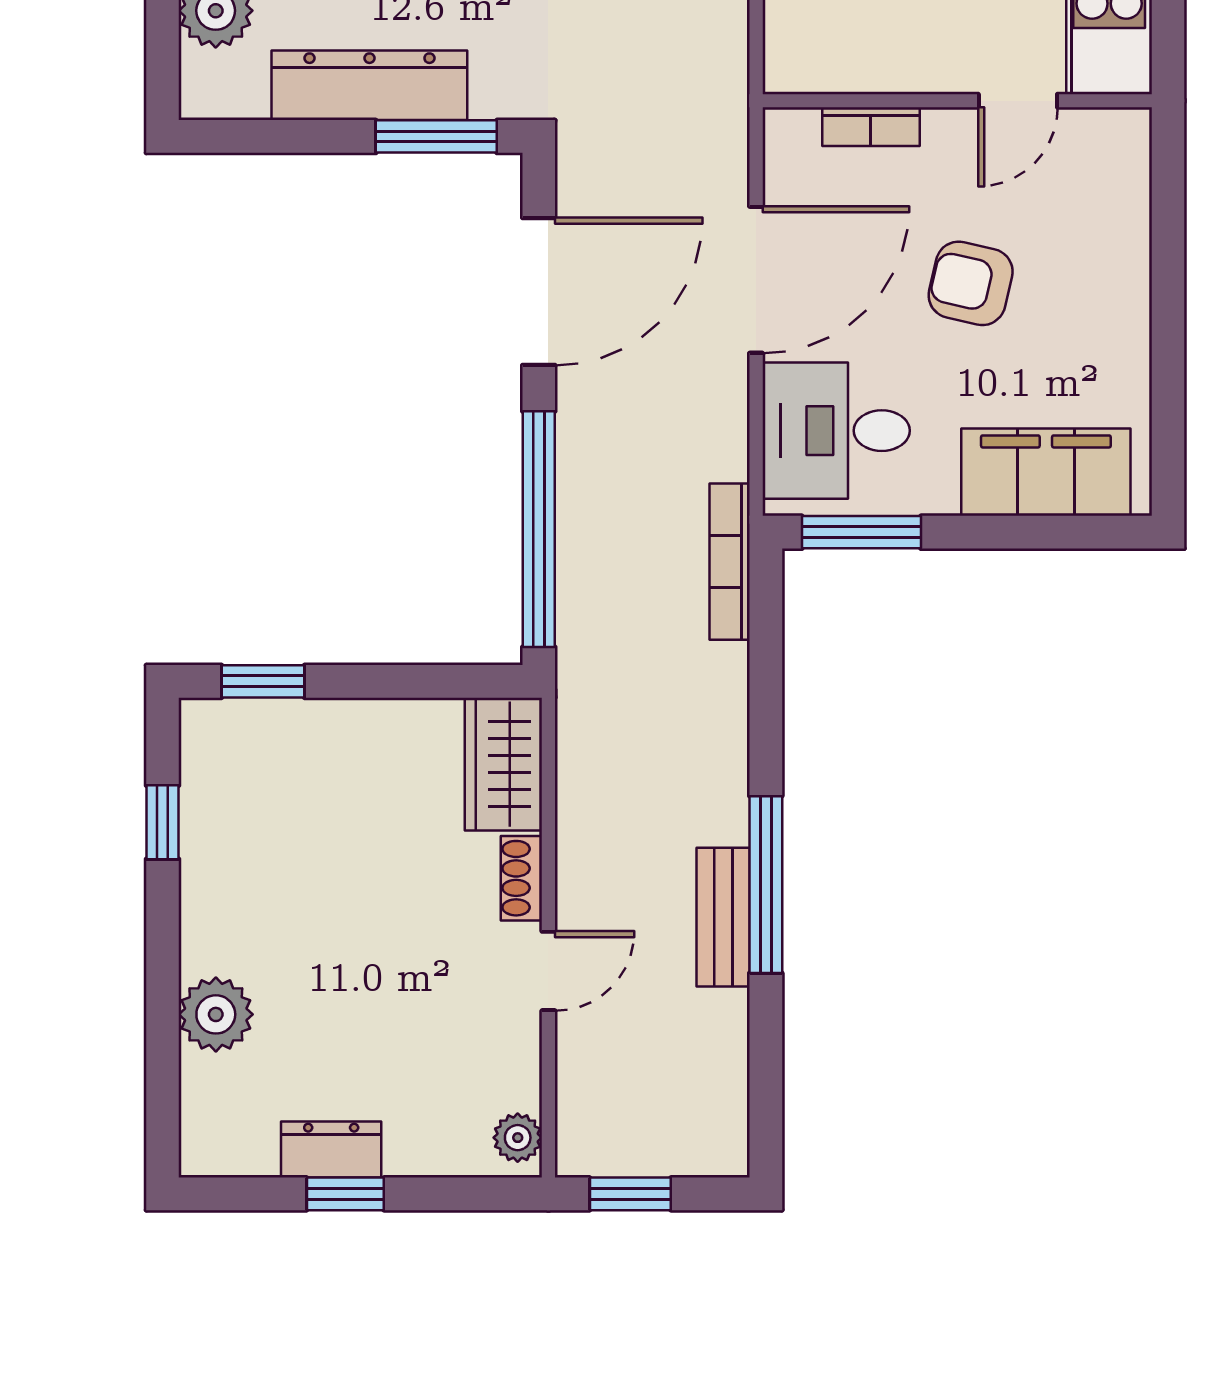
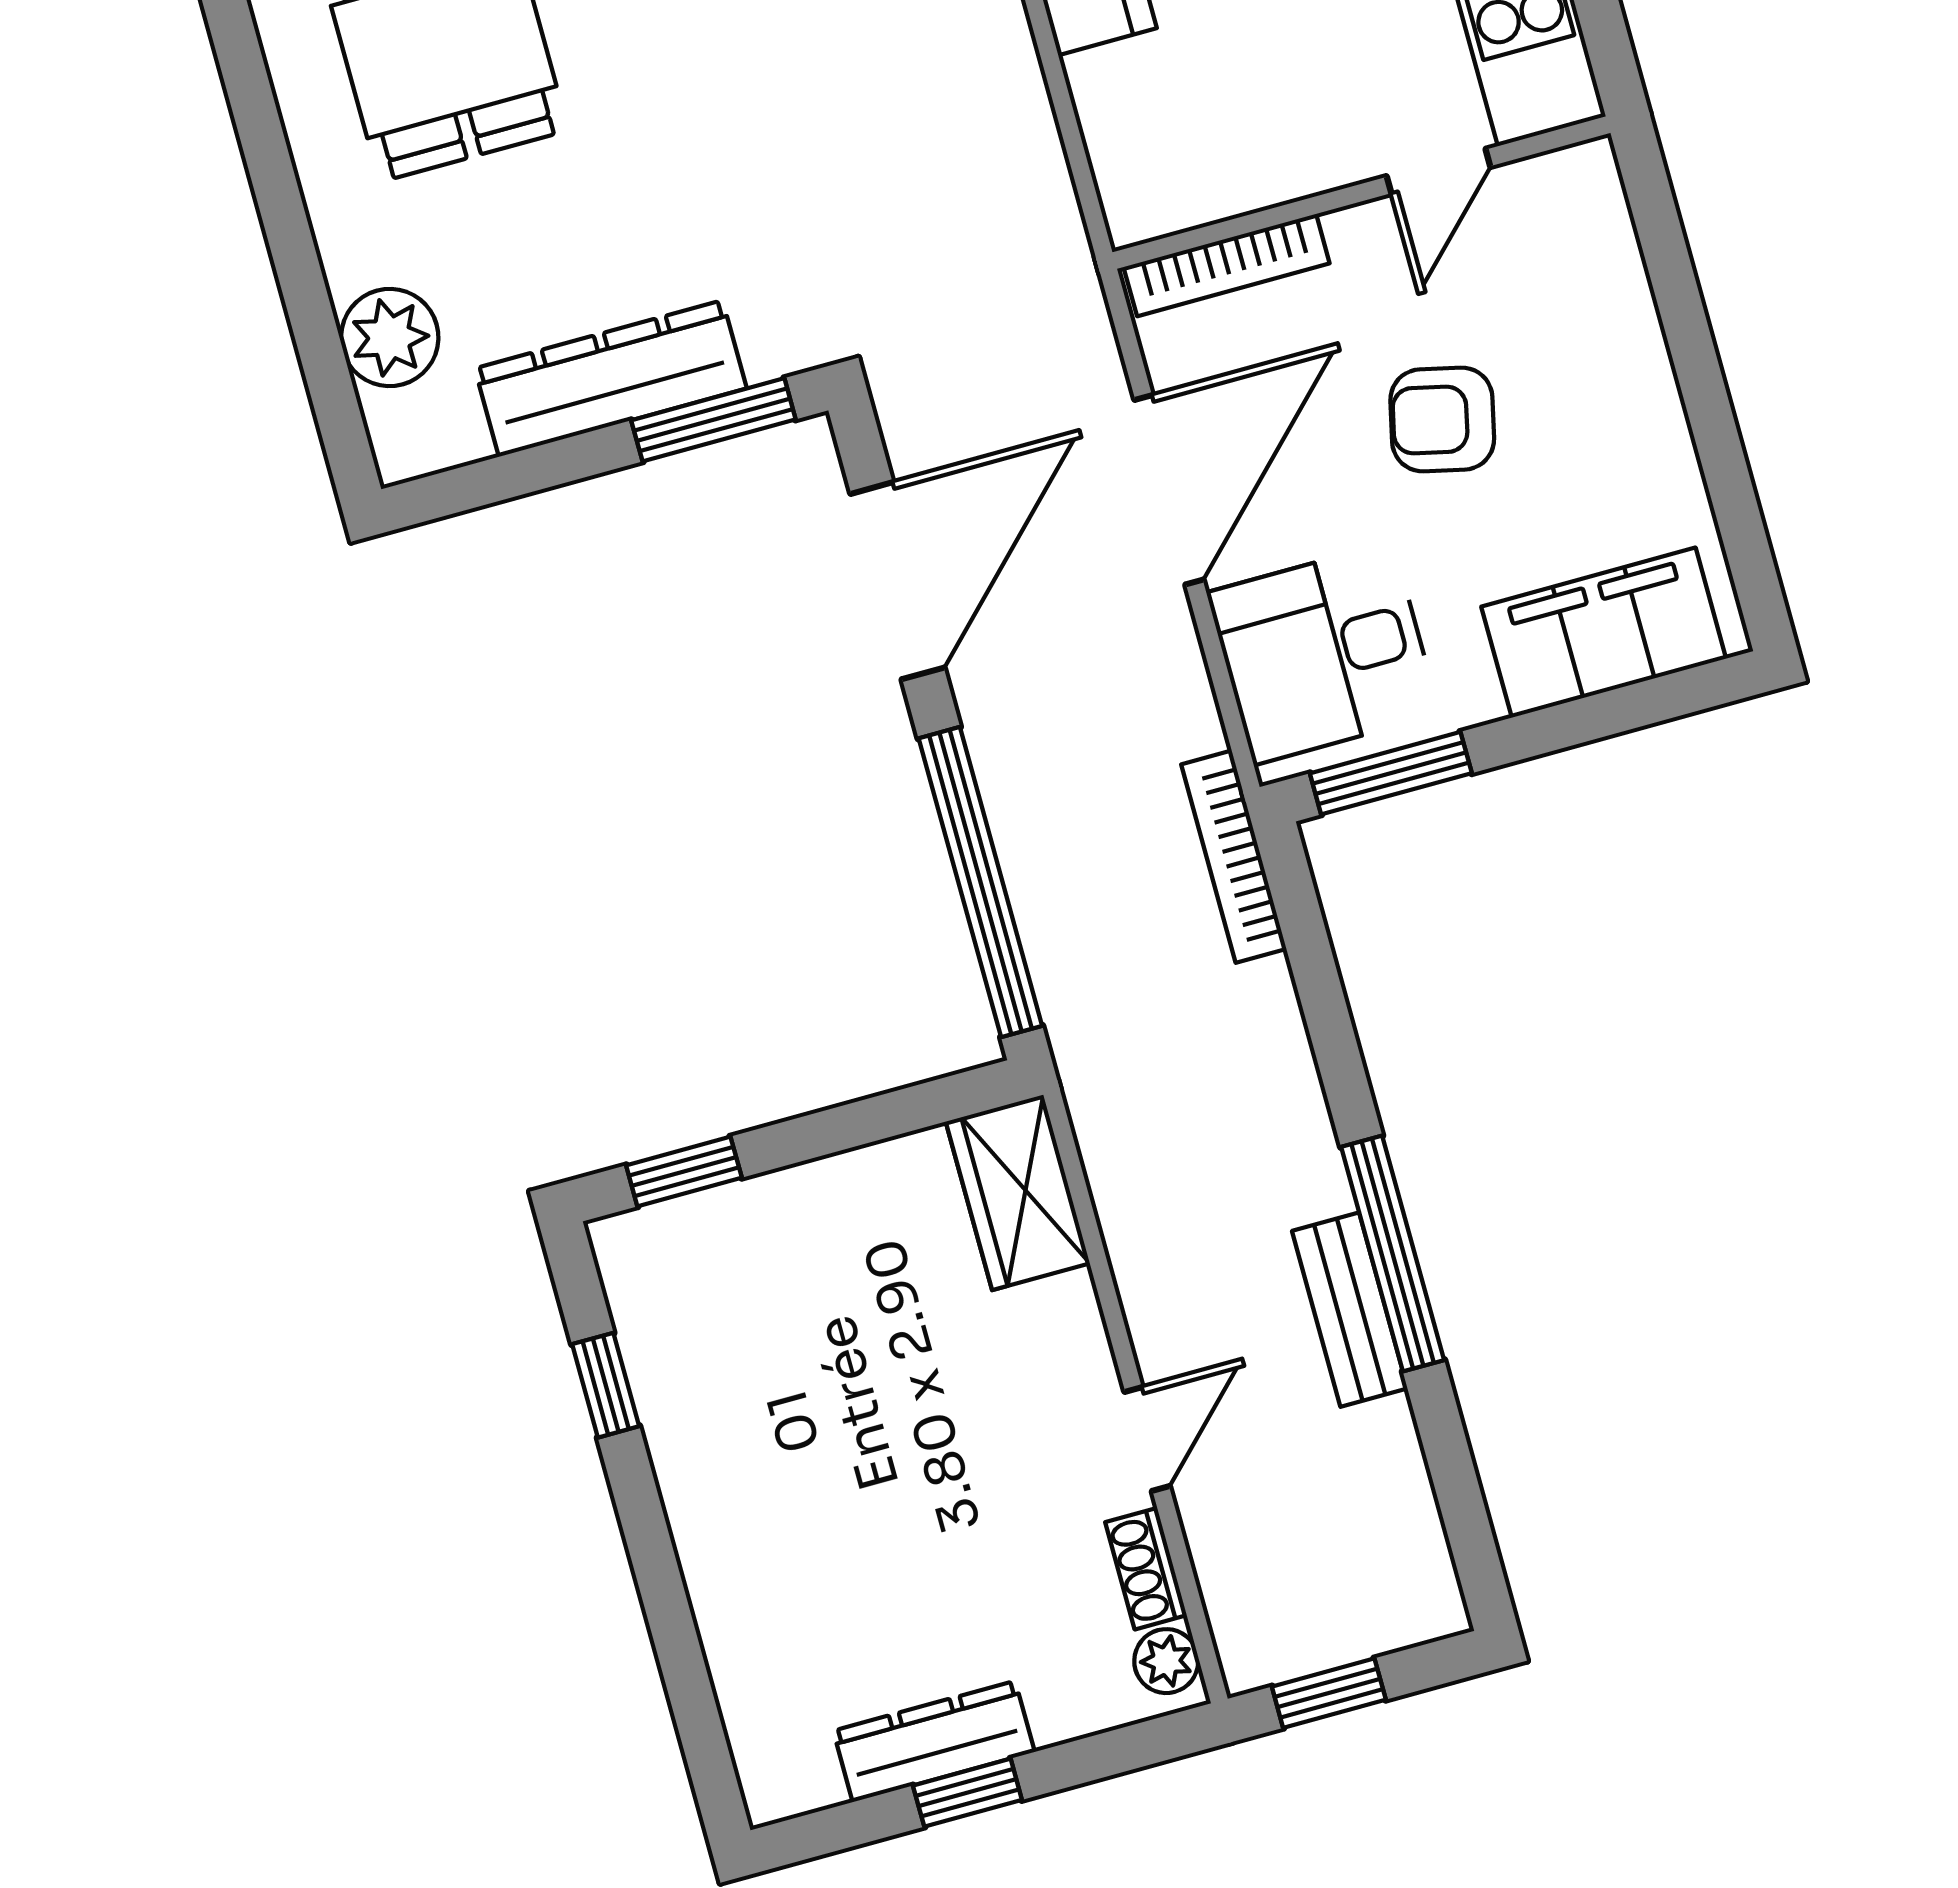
bookcase: (871, 127) -> (1227, 265), width x1.56
shoe rack: (521, 878) -> (1146, 1569), moved
plant: (216, 1014) -> (740, 1610), removed
dresser: (331, 1150) -> (934, 1741), width x1.44

